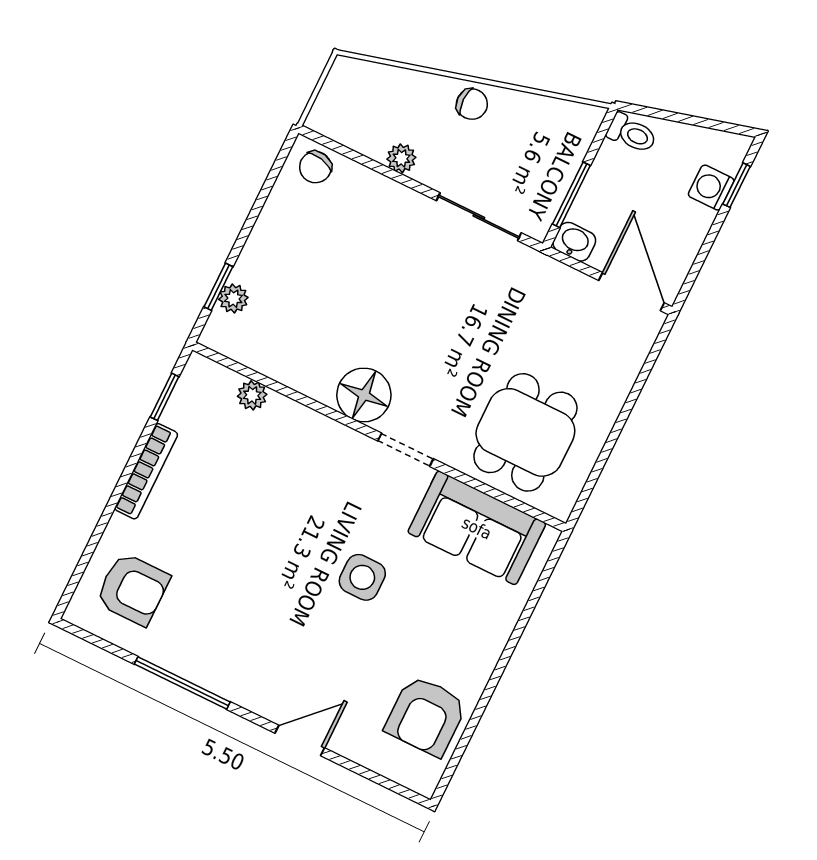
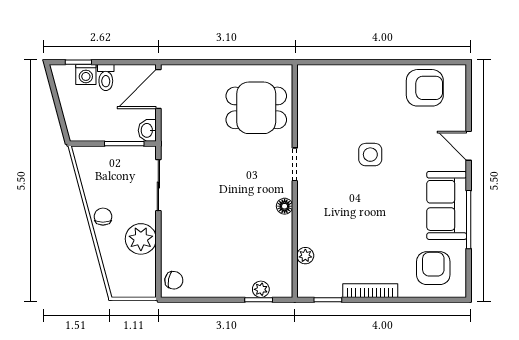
toilet: (632, 133) -> (106, 78), moved, turned 180
plant: (401, 158) -> (141, 239), width x1.87, depth x1.87
floor lamp: (364, 395) -> (285, 206), width x0.53, depth x0.53
sofa: (477, 528) -> (447, 205), moved, turned 180

